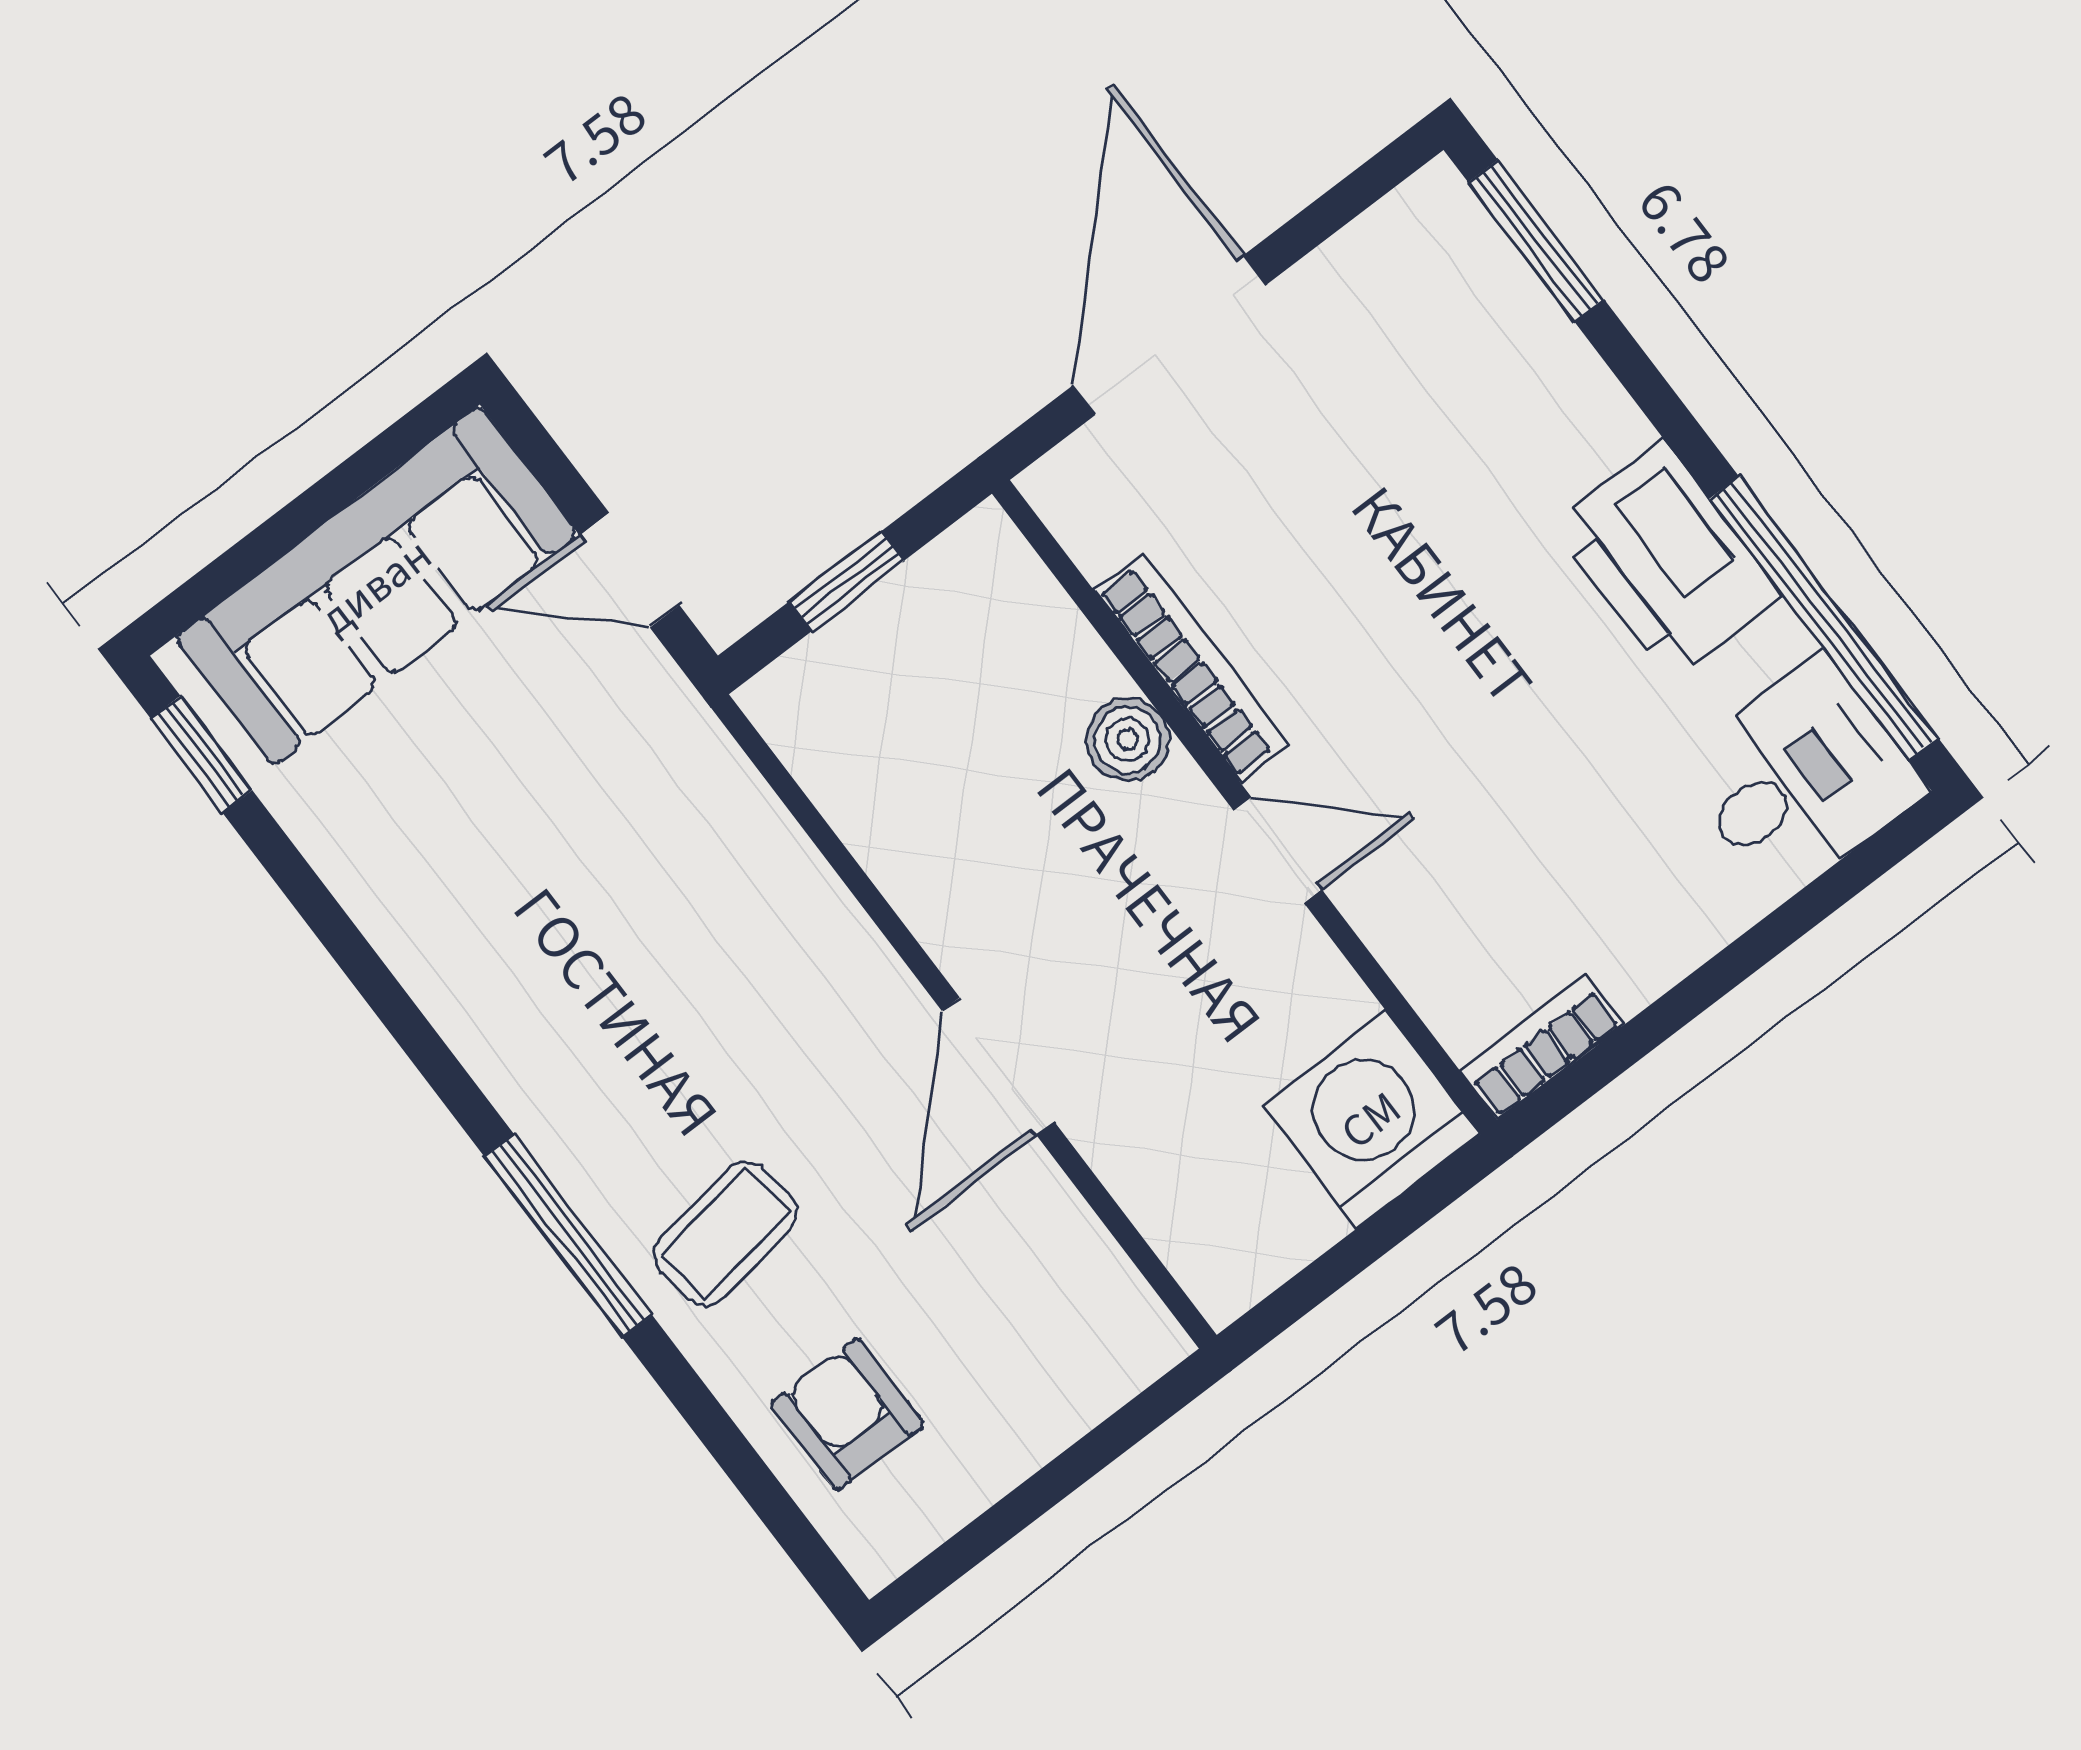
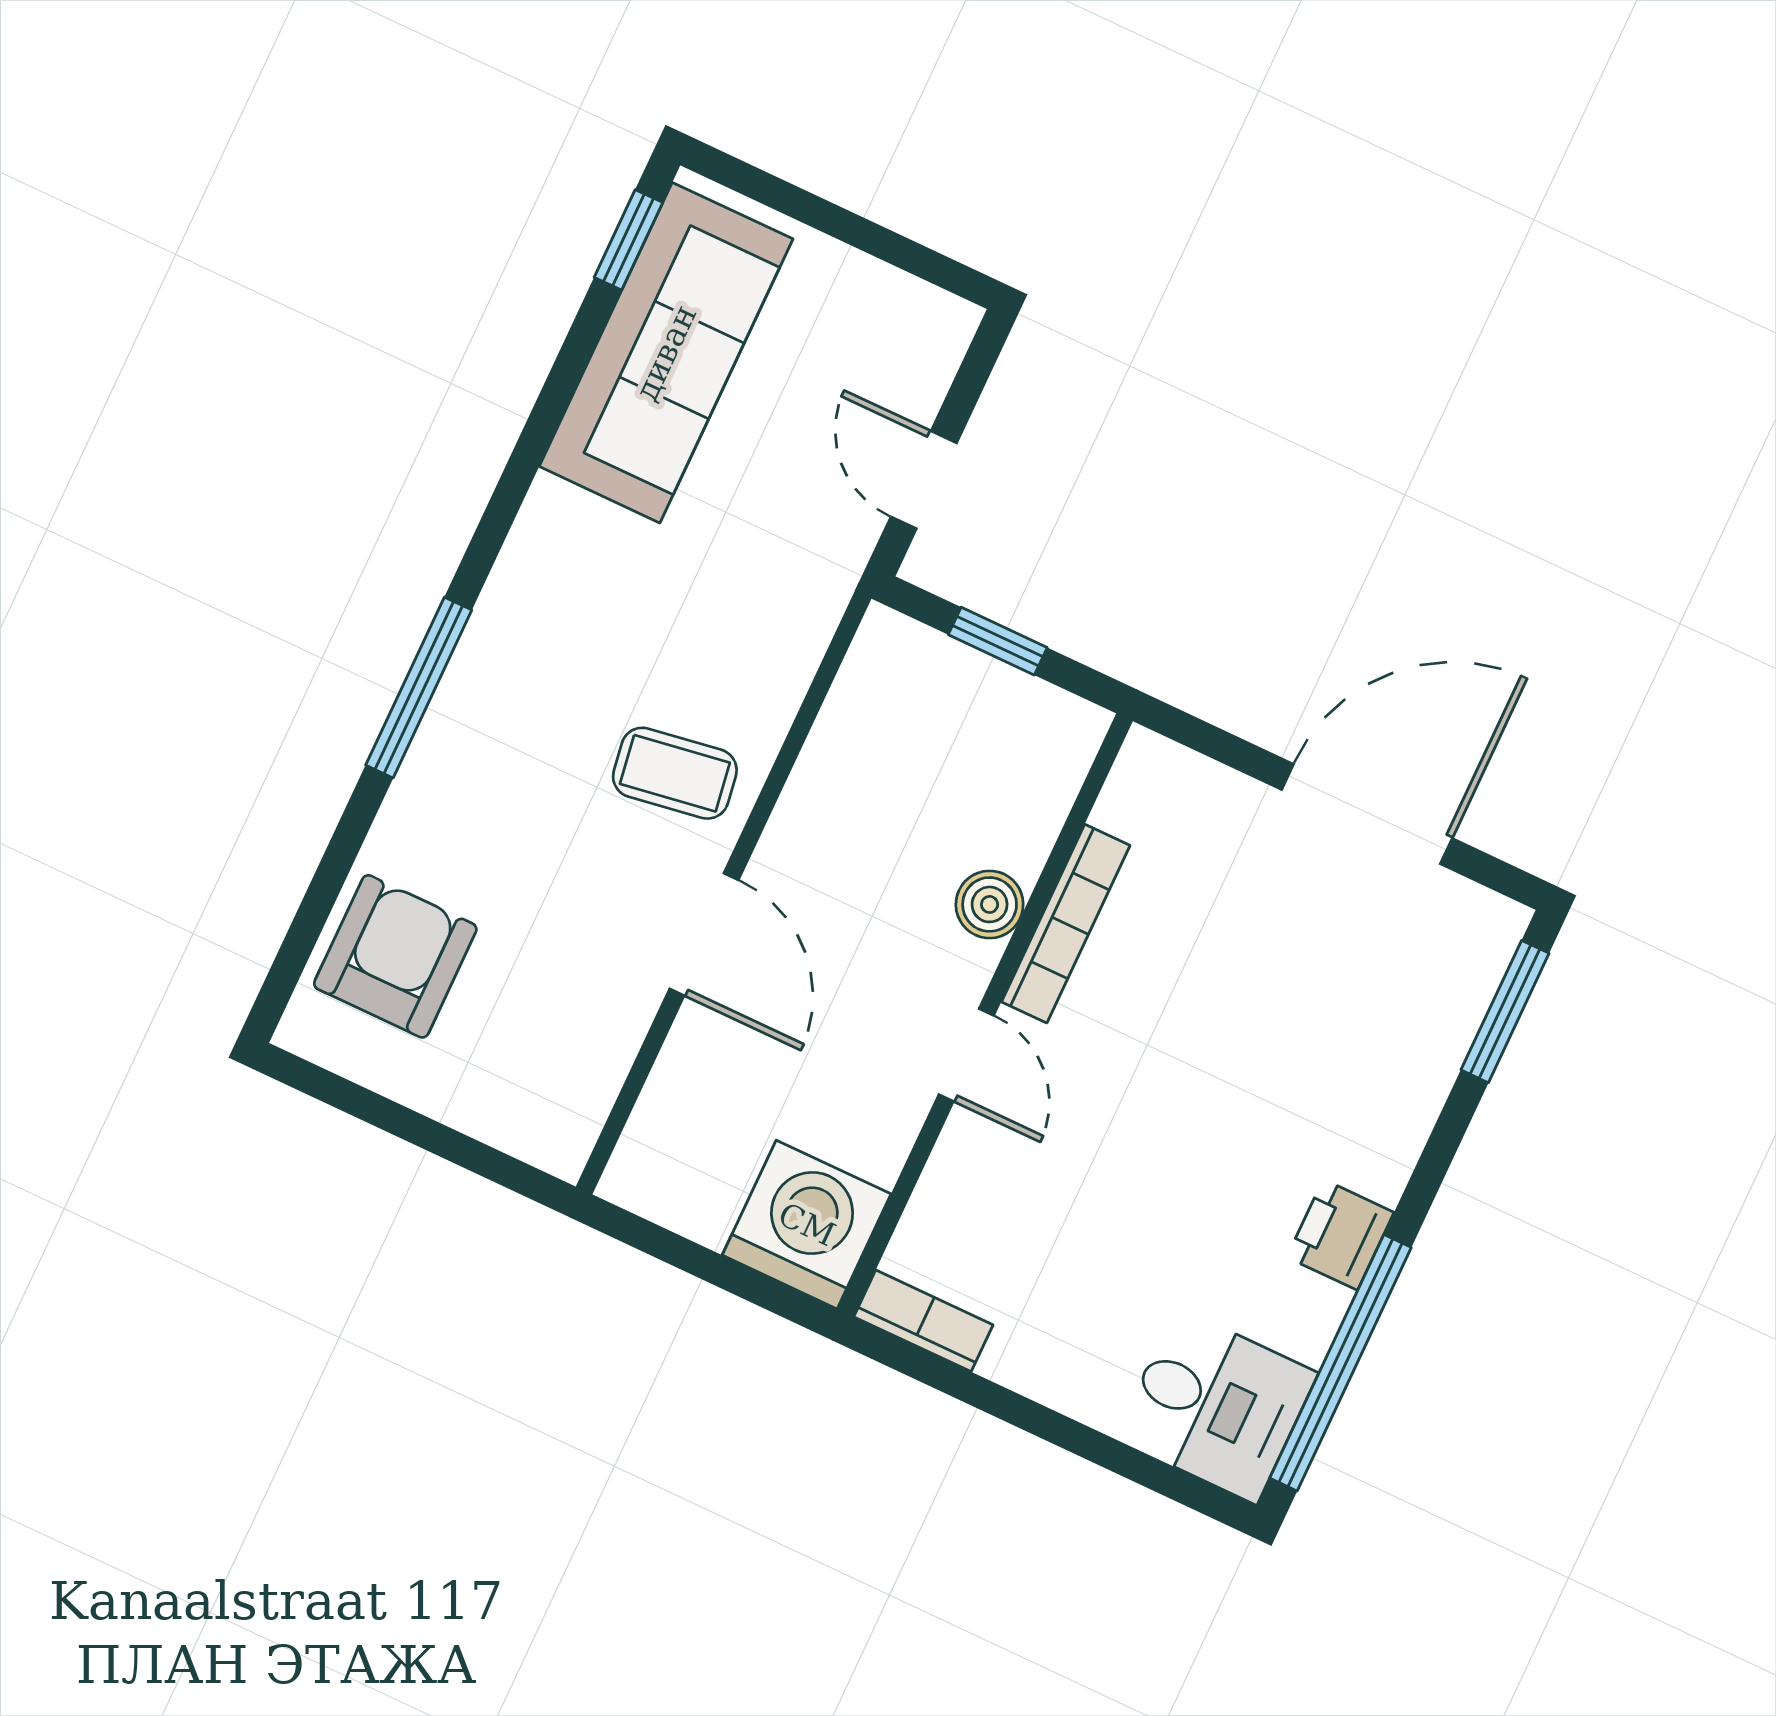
door: (1169, 335) -> (1367, 814), moved
printer: (1667, 560) -> (1340, 1235), width x0.53, depth x0.68
sofa: (376, 586) -> (666, 353), moved, turned -90
door: (998, 1066) -> (704, 934), swing flipped
coffee table: (726, 1233) -> (675, 773), moved
armchair: (847, 1414) -> (395, 956), width x1.38, depth x1.38

